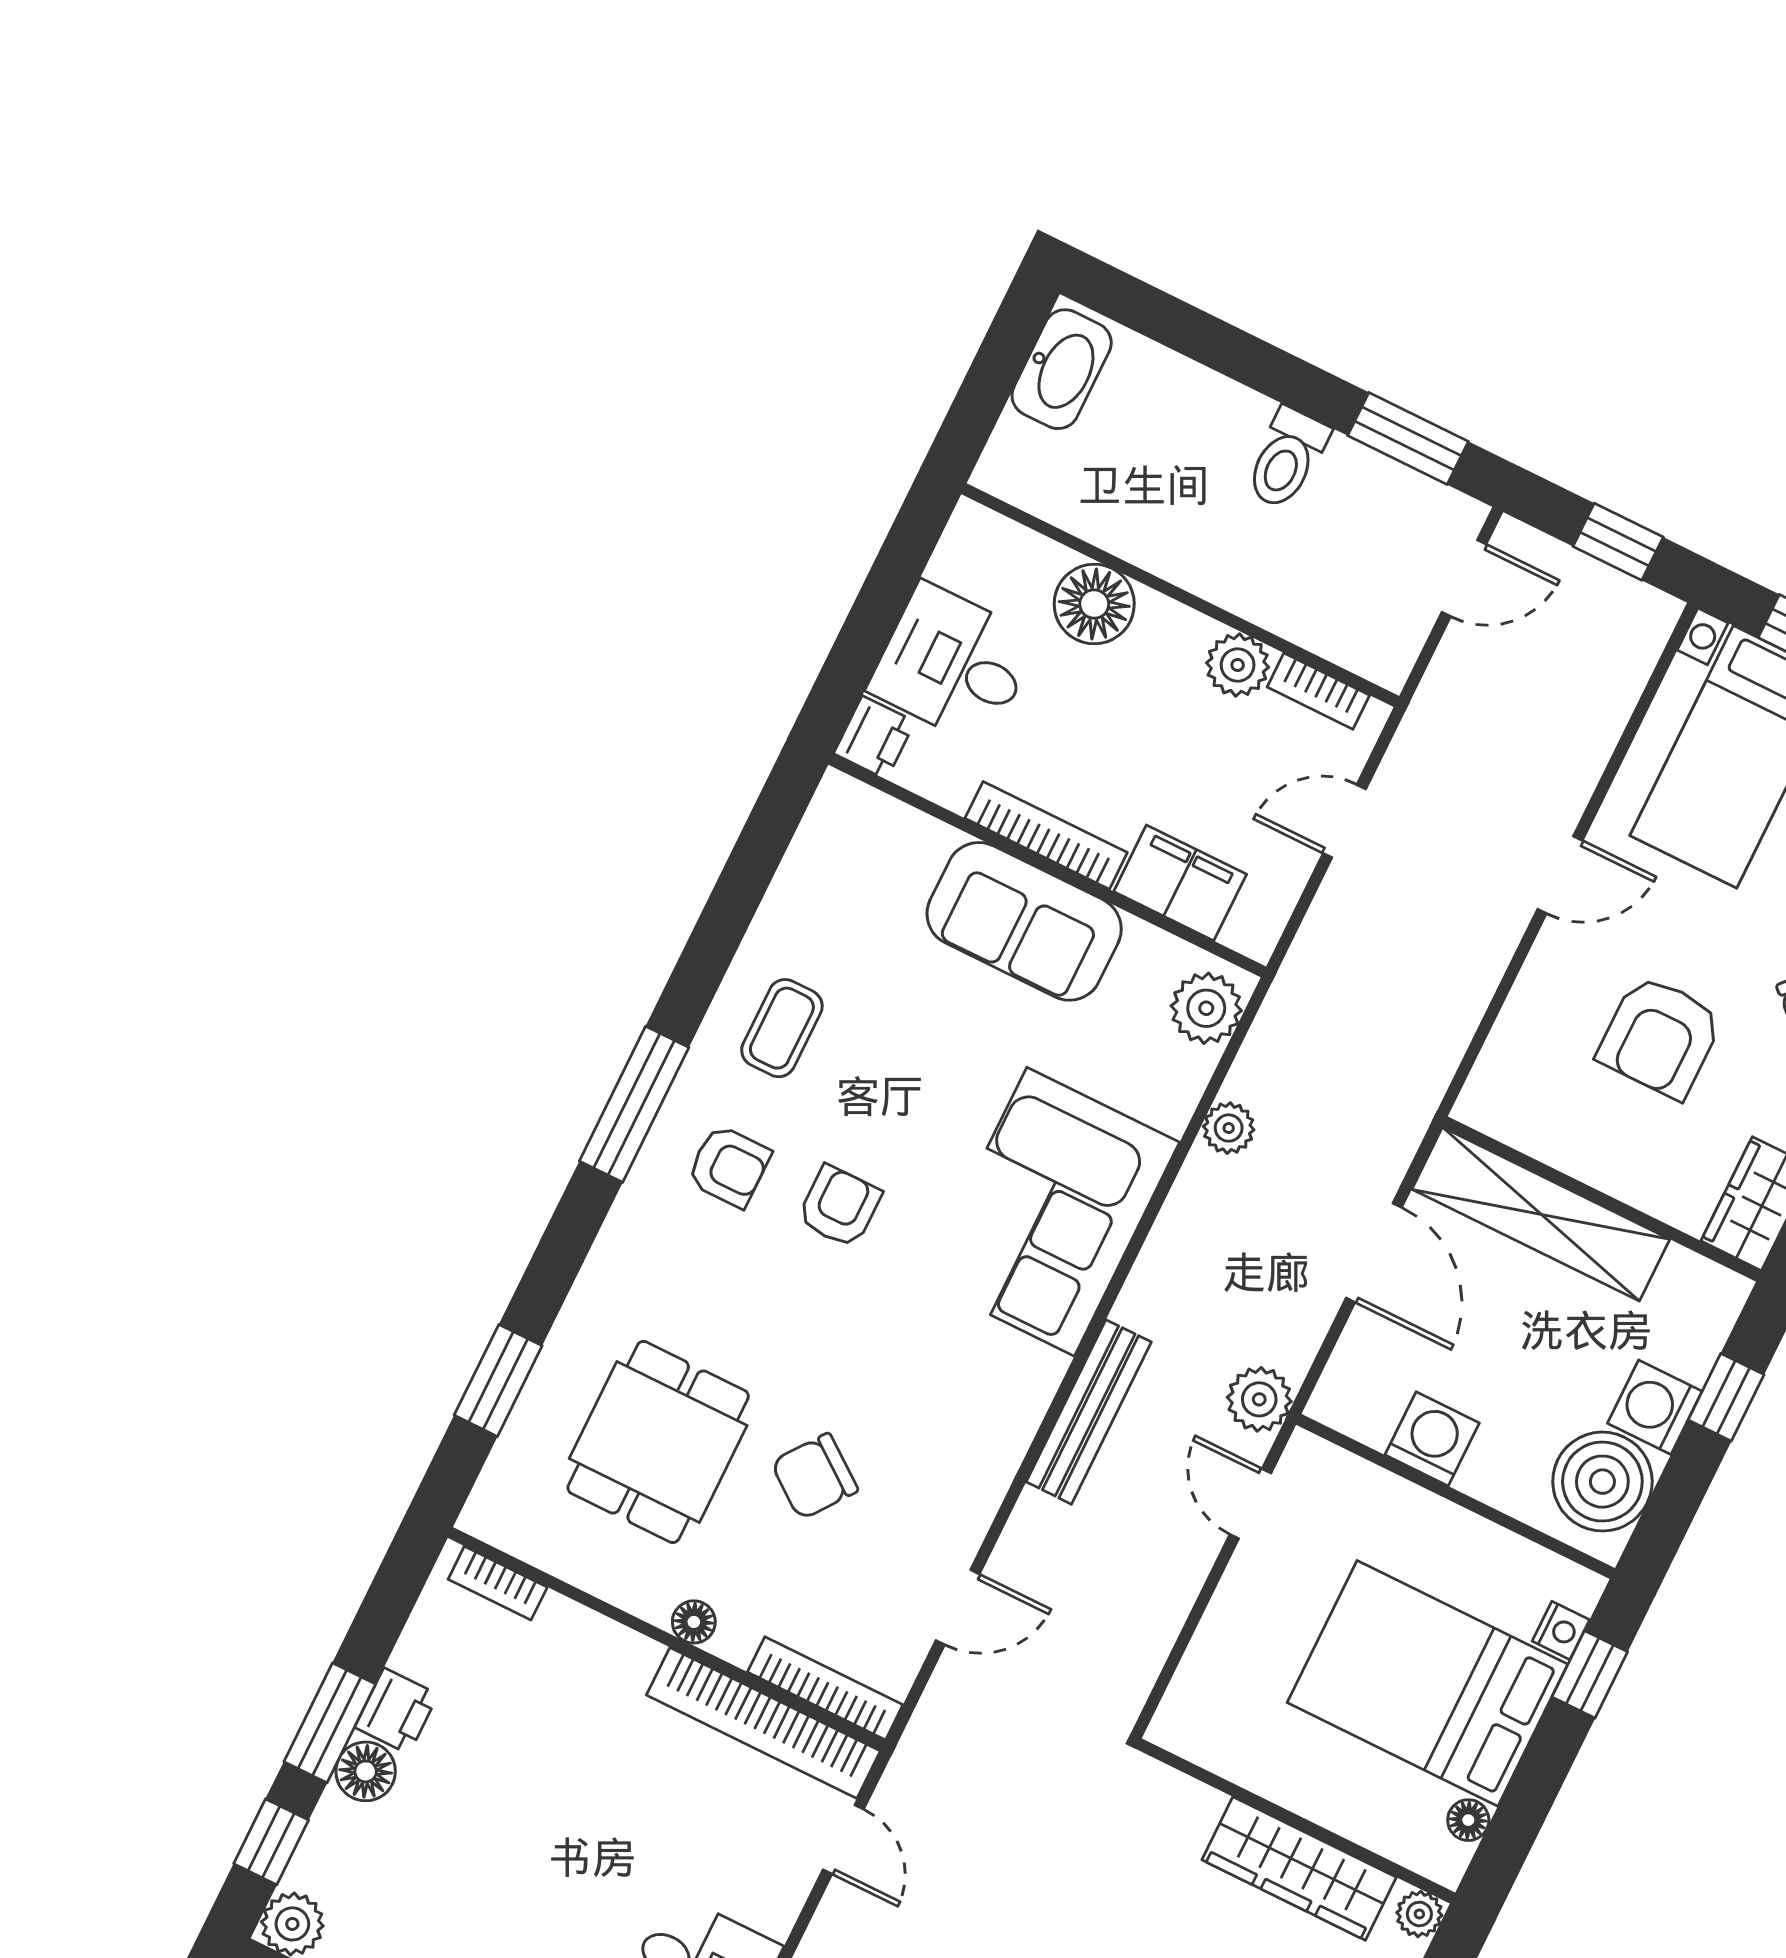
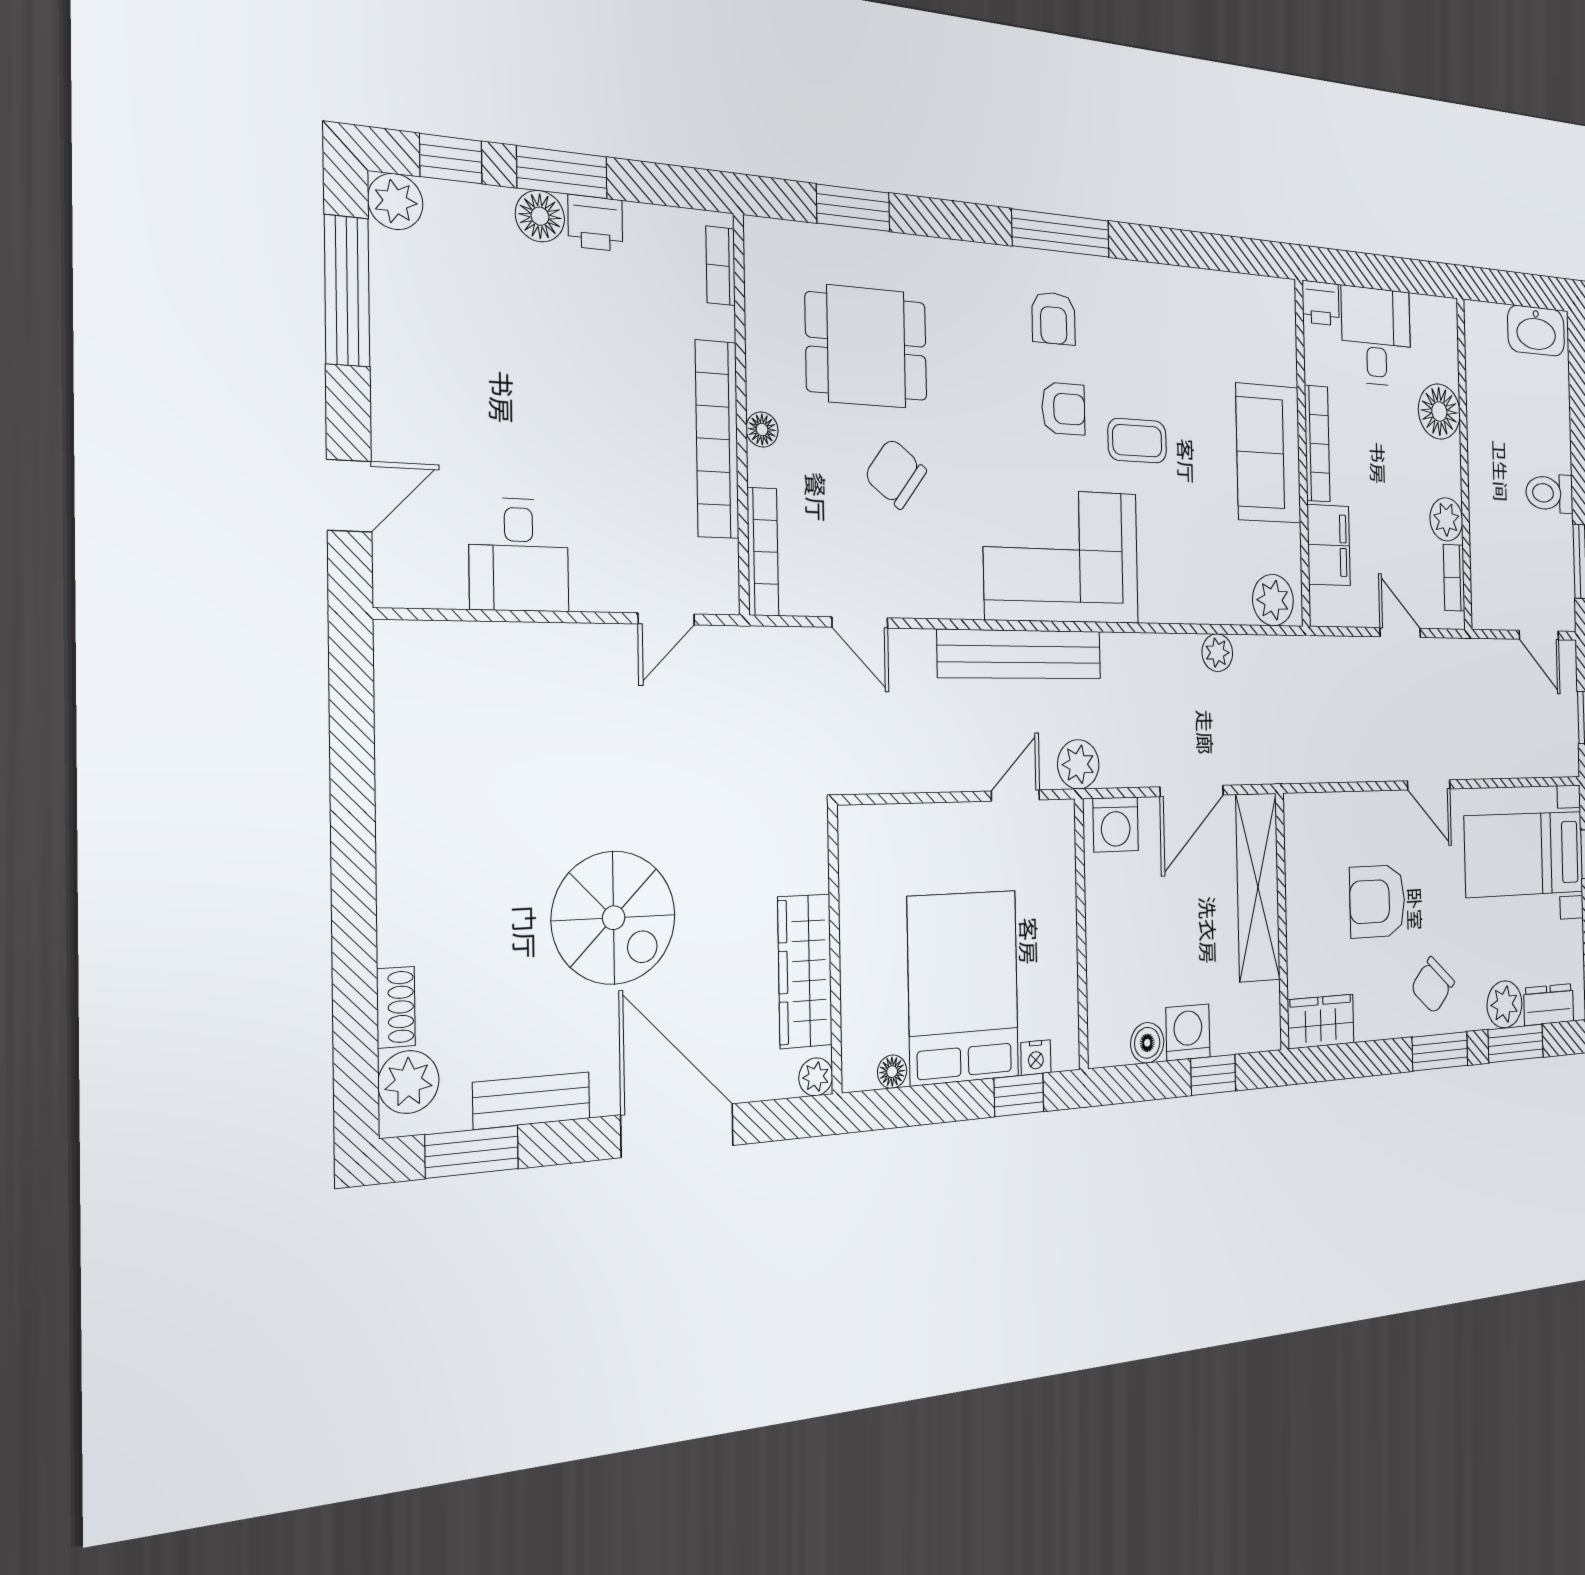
coffee table: (782, 1028) -> (1137, 441), moved
corner sofa: (1051, 1212) -> (1062, 556), moved
bench: (1089, 1412) -> (1020, 654), width x1.37, depth x1.21
washing machine: (1432, 1439) -> (1116, 825), moved, turned 90
boiler: (1602, 1482) -> (1147, 1043), width x0.54, depth x0.54
bookcase: (763, 1723) -> (717, 439), moved

